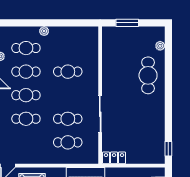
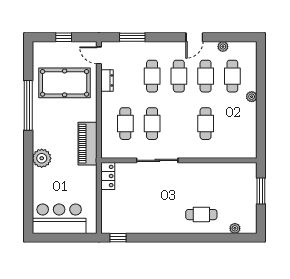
cafe table: (148, 75) -> (201, 215), width x0.73, depth x0.74
dresser: (30, 159) -> (107, 80), added

